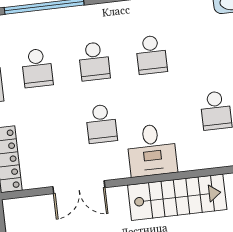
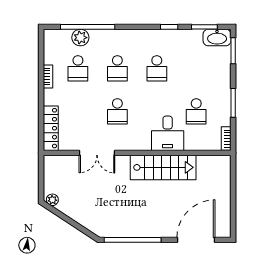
plant: (35, 23) -> (80, 38), added
desk: (152, 150) -> (168, 133), moved

